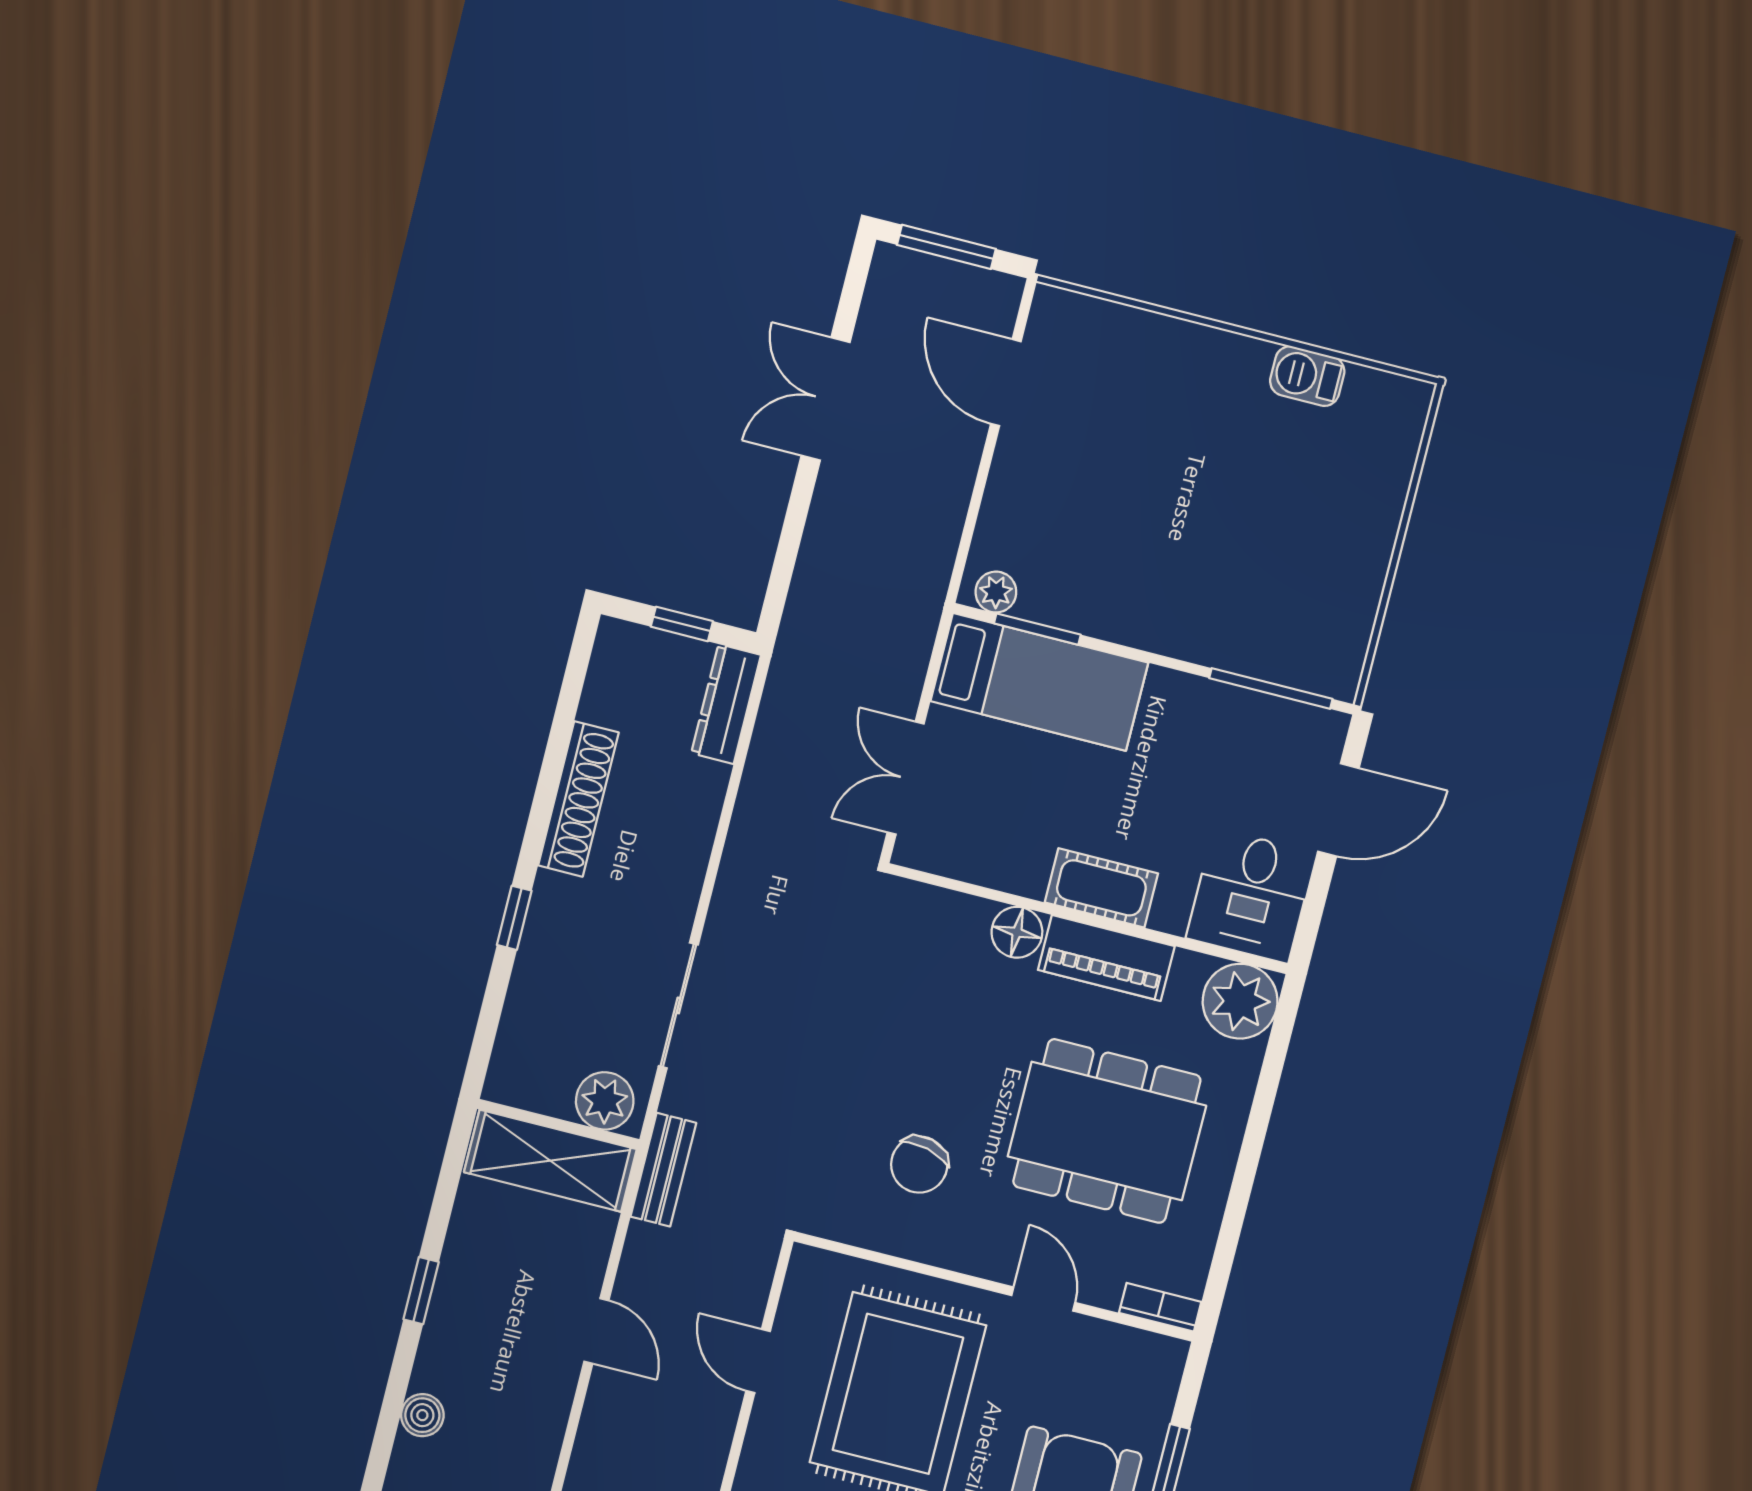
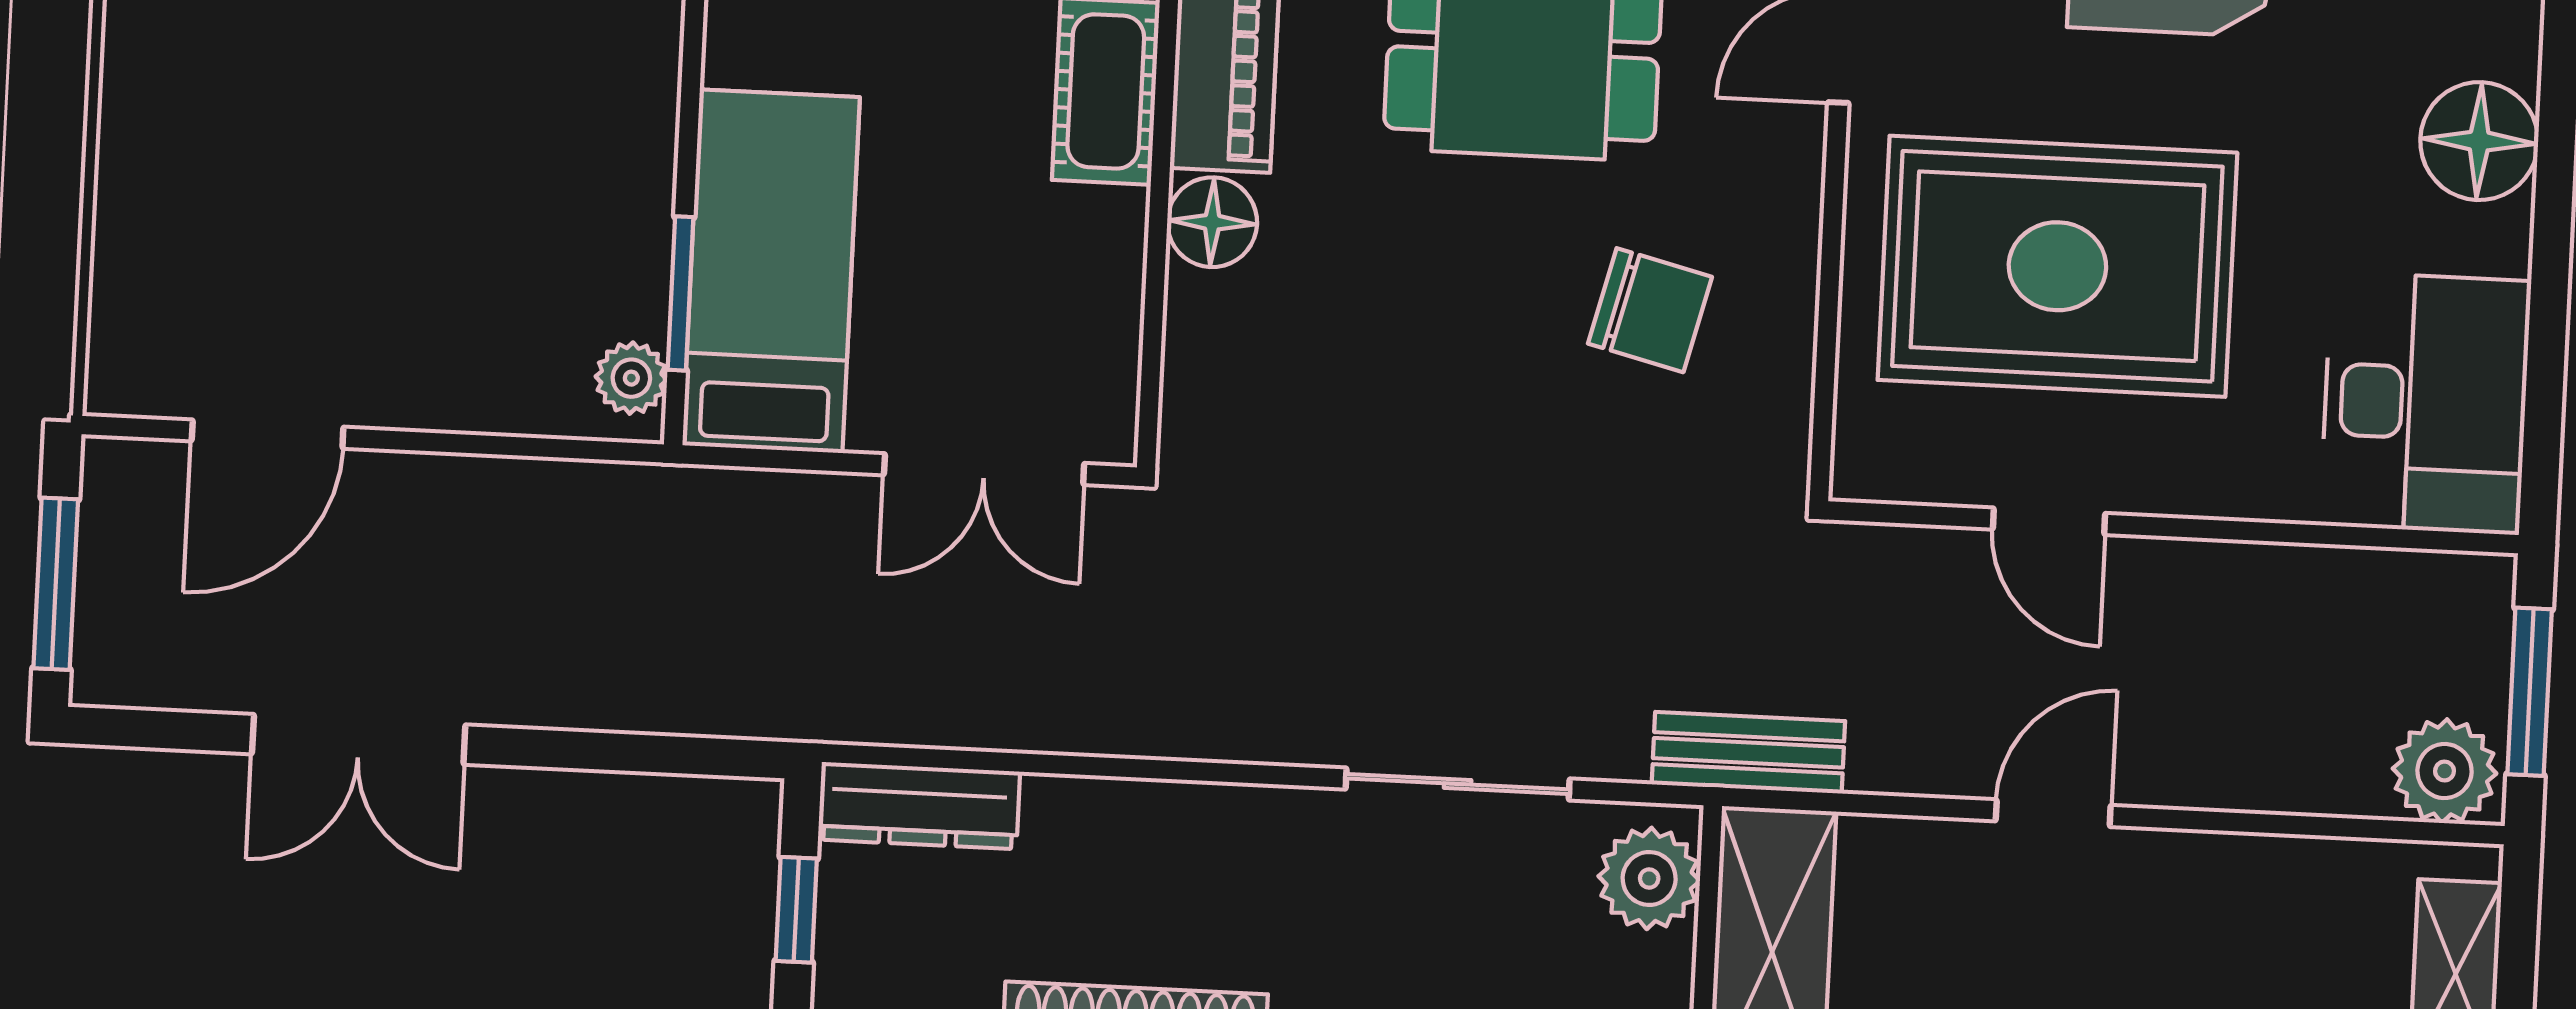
door: (758, 1361) -> (2049, 521), hinge flipped

